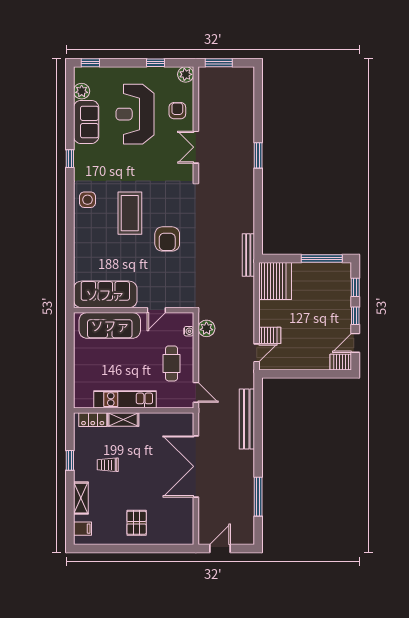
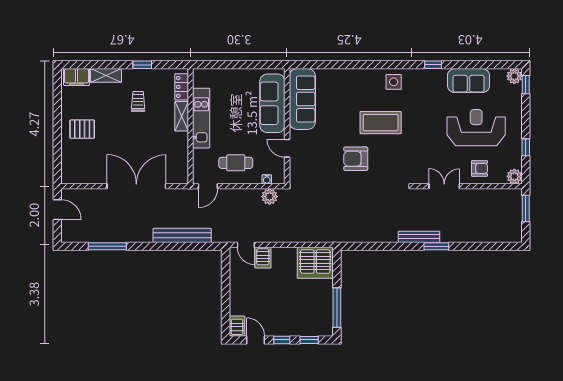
plant: (82, 91) -> (514, 76), moved
bench: (248, 255) -> (419, 237), moved
filing cabinet: (82, 529) -> (76, 77), width x2.00

